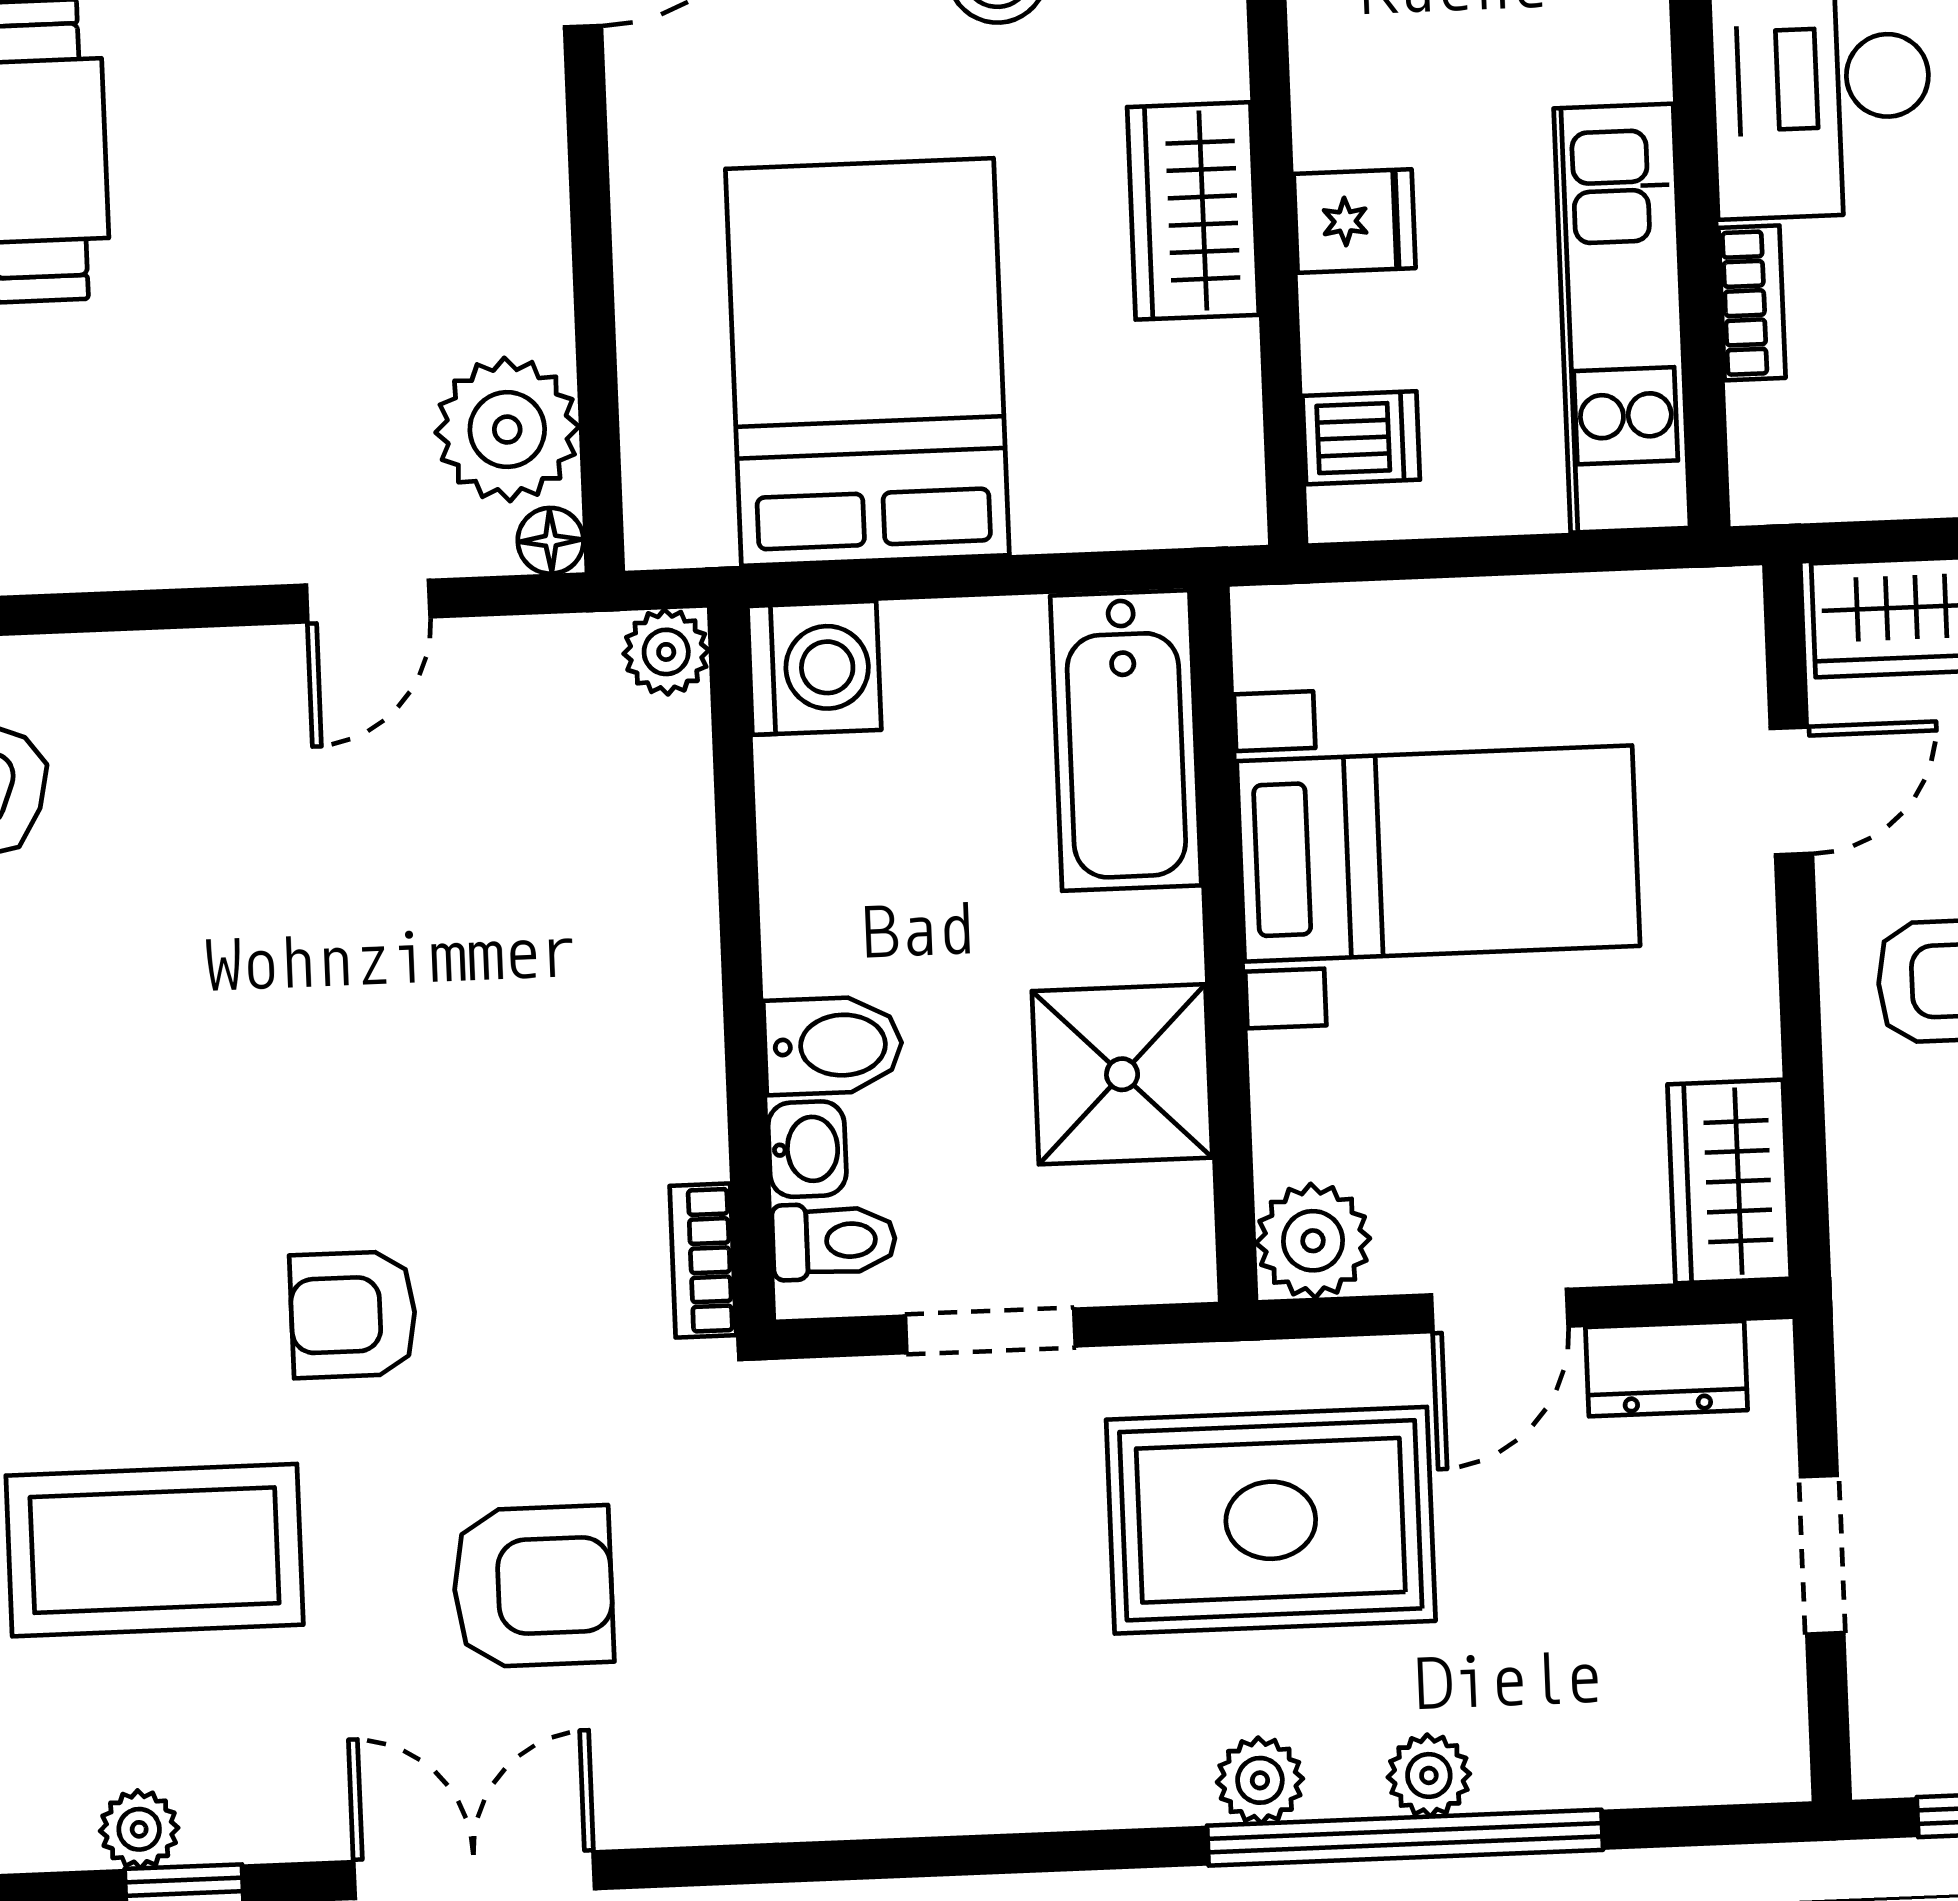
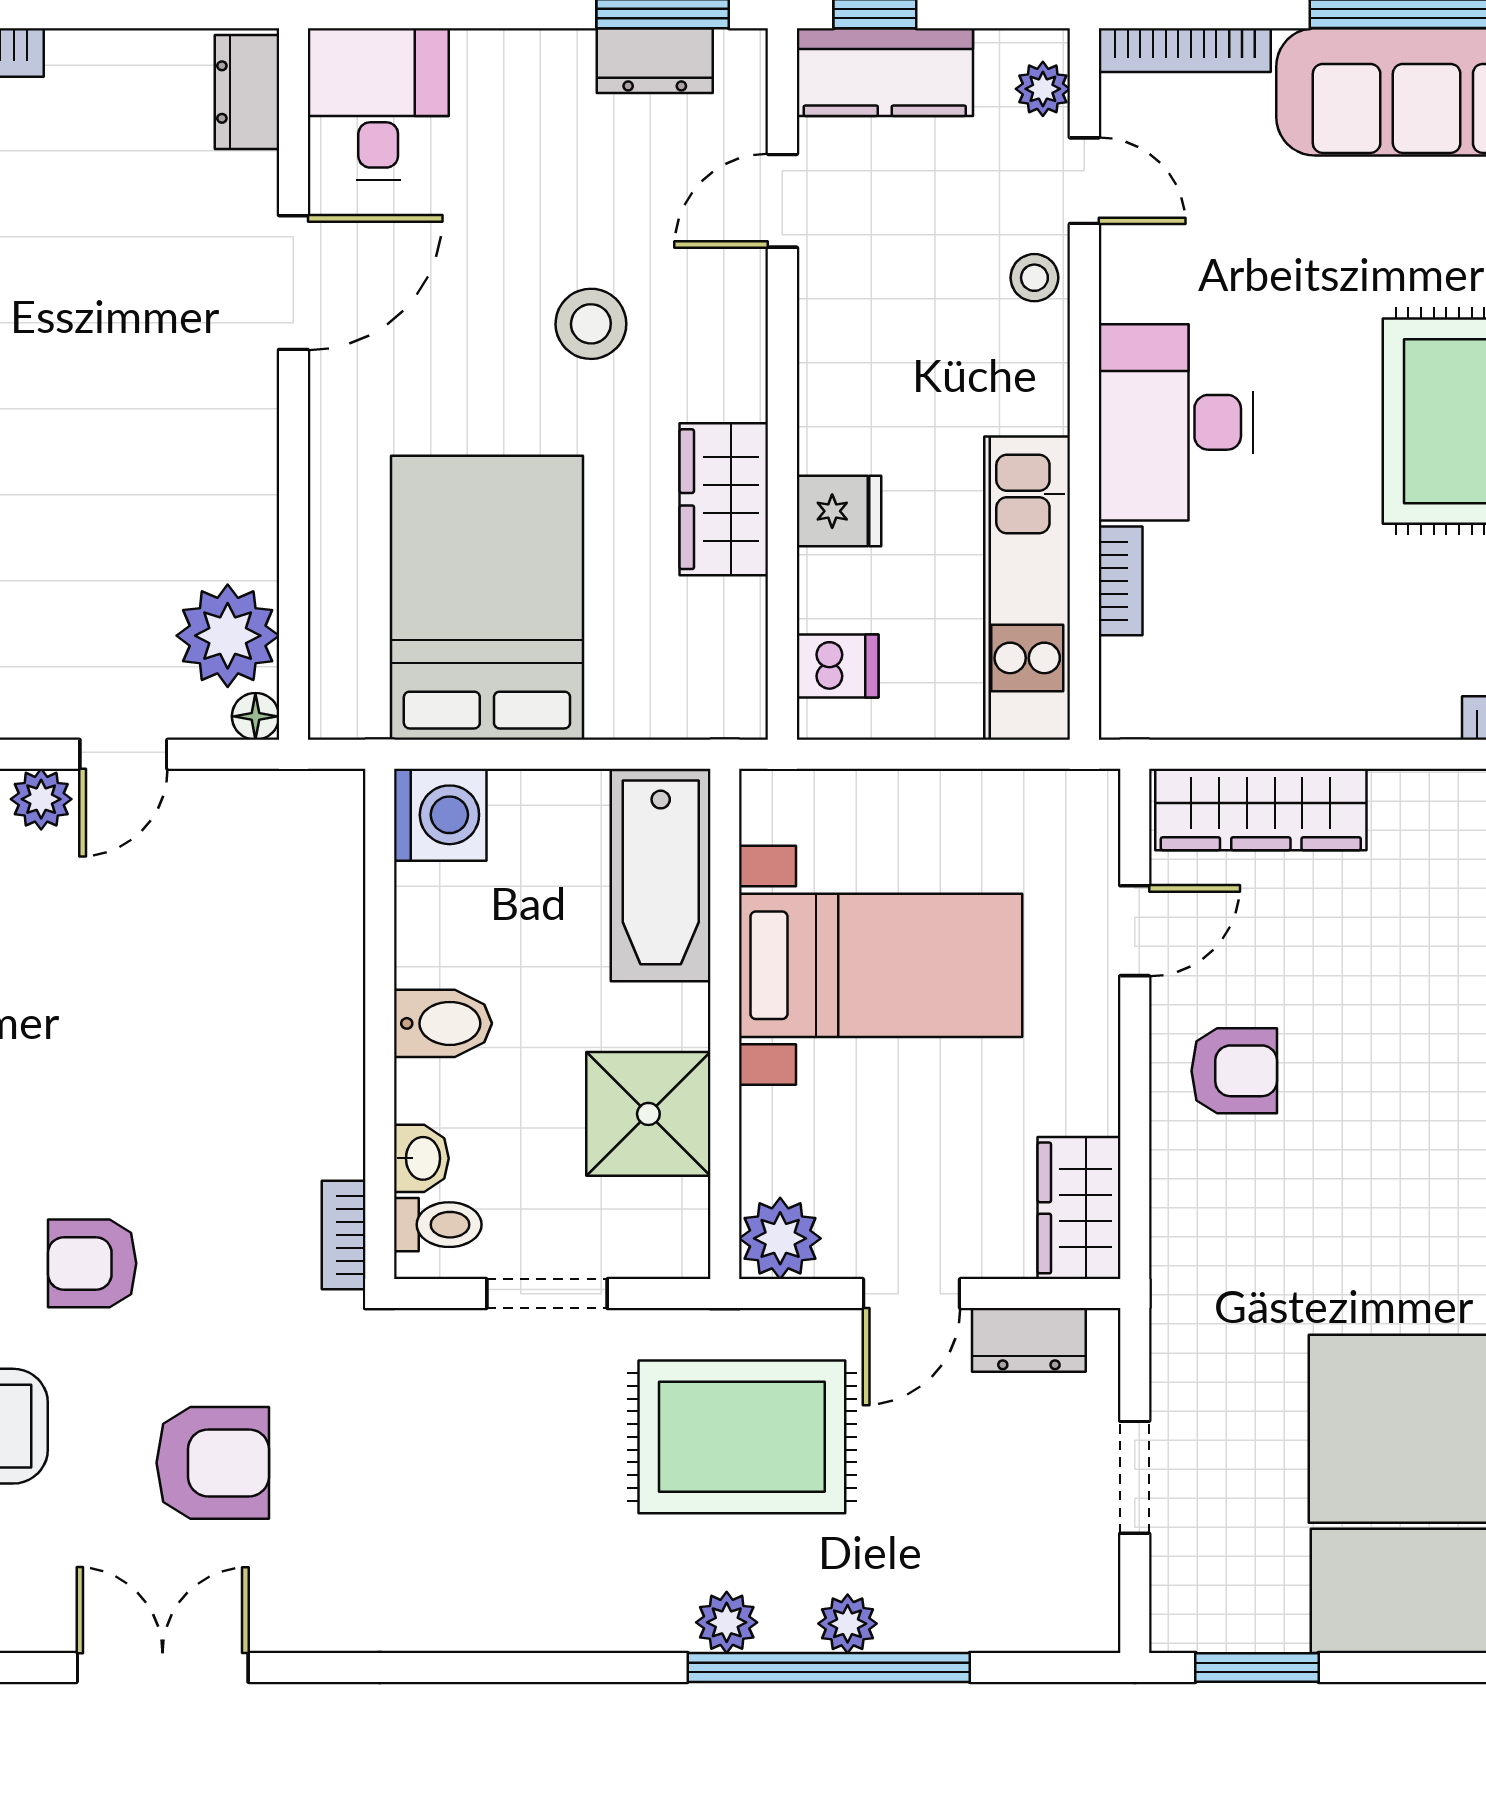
plant: (666, 652) -> (41, 799), moved
bidet: (833, 1045) -> (443, 1023), moved

